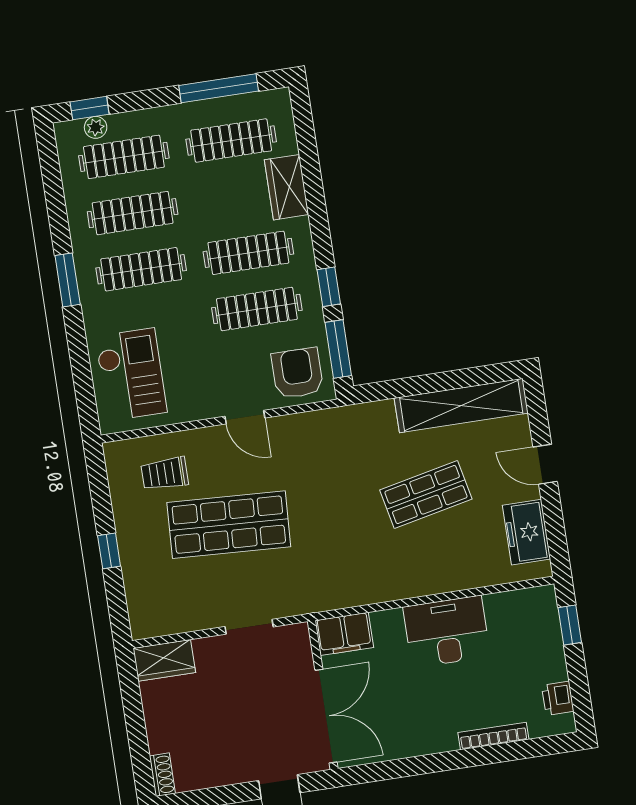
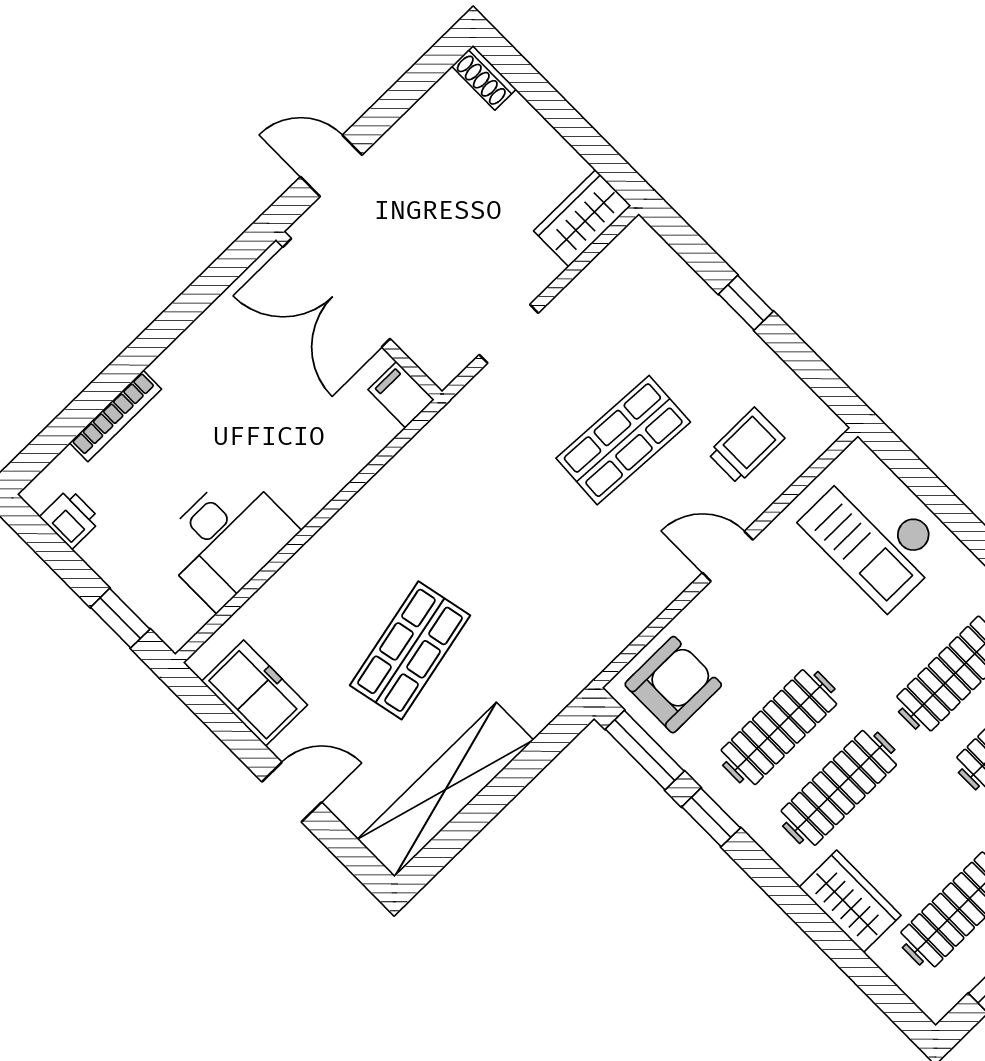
armchair: (297, 373) -> (673, 685), turned -90
door: (245, 417) -> (728, 556), moved
shop shelf: (229, 525) -> (623, 440), width x0.70, depth x0.74
desk: (447, 632) -> (226, 539), moved
filing cabinet: (344, 634) -> (401, 395), width x0.50

